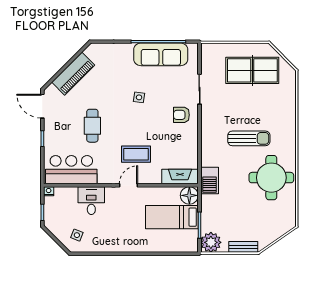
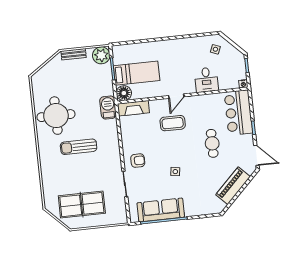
bar counter: (71, 170) -> (238, 113), moved, turned 90

